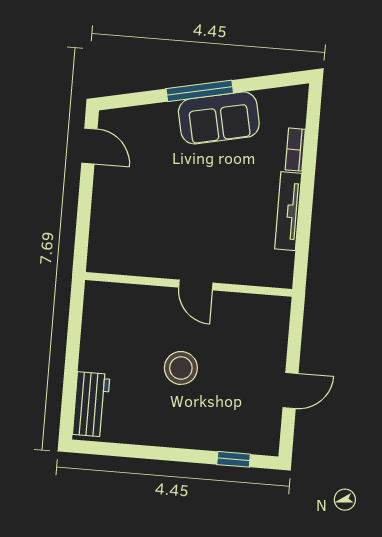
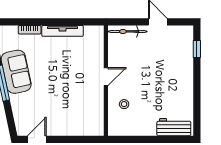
bicycle: (277, 333) -> (128, 31), added
stool: (181, 368) -> (124, 104), moved, width x0.53, depth x0.53

